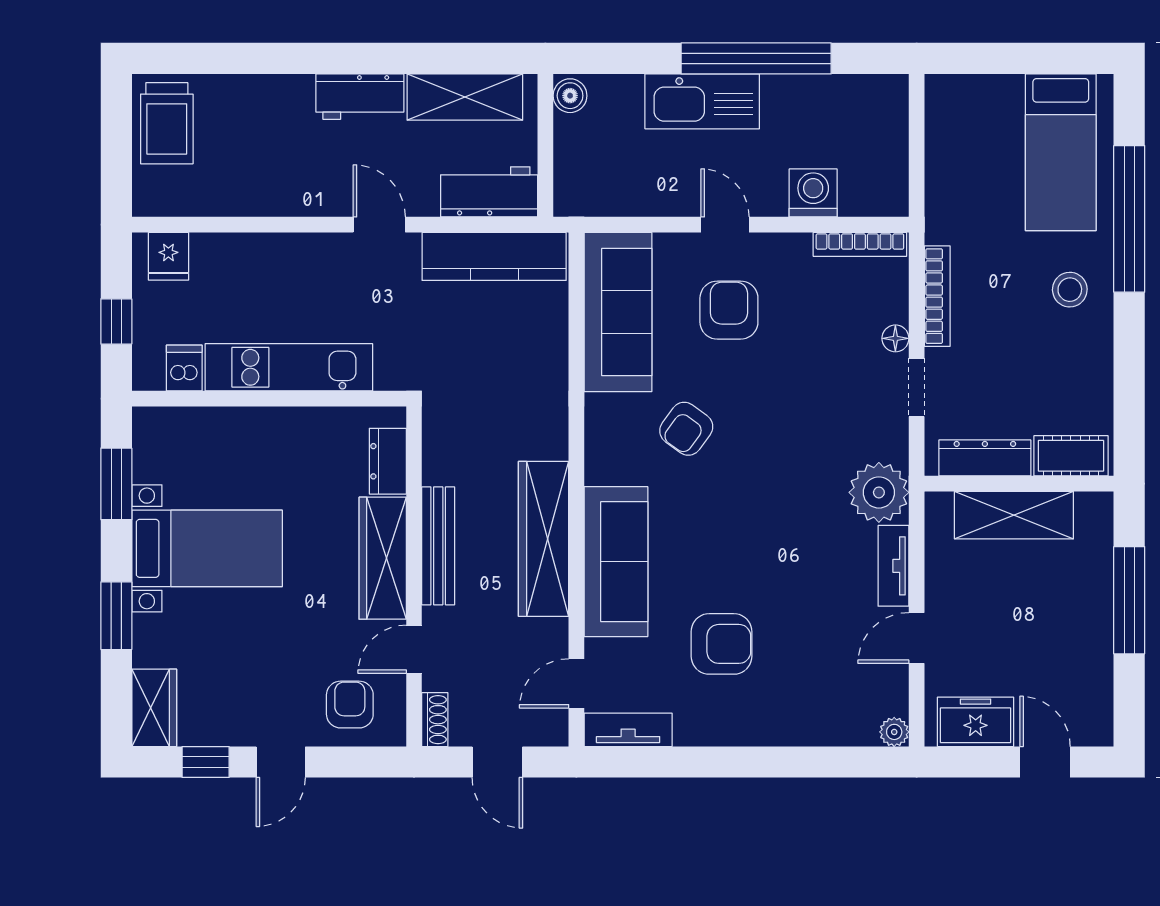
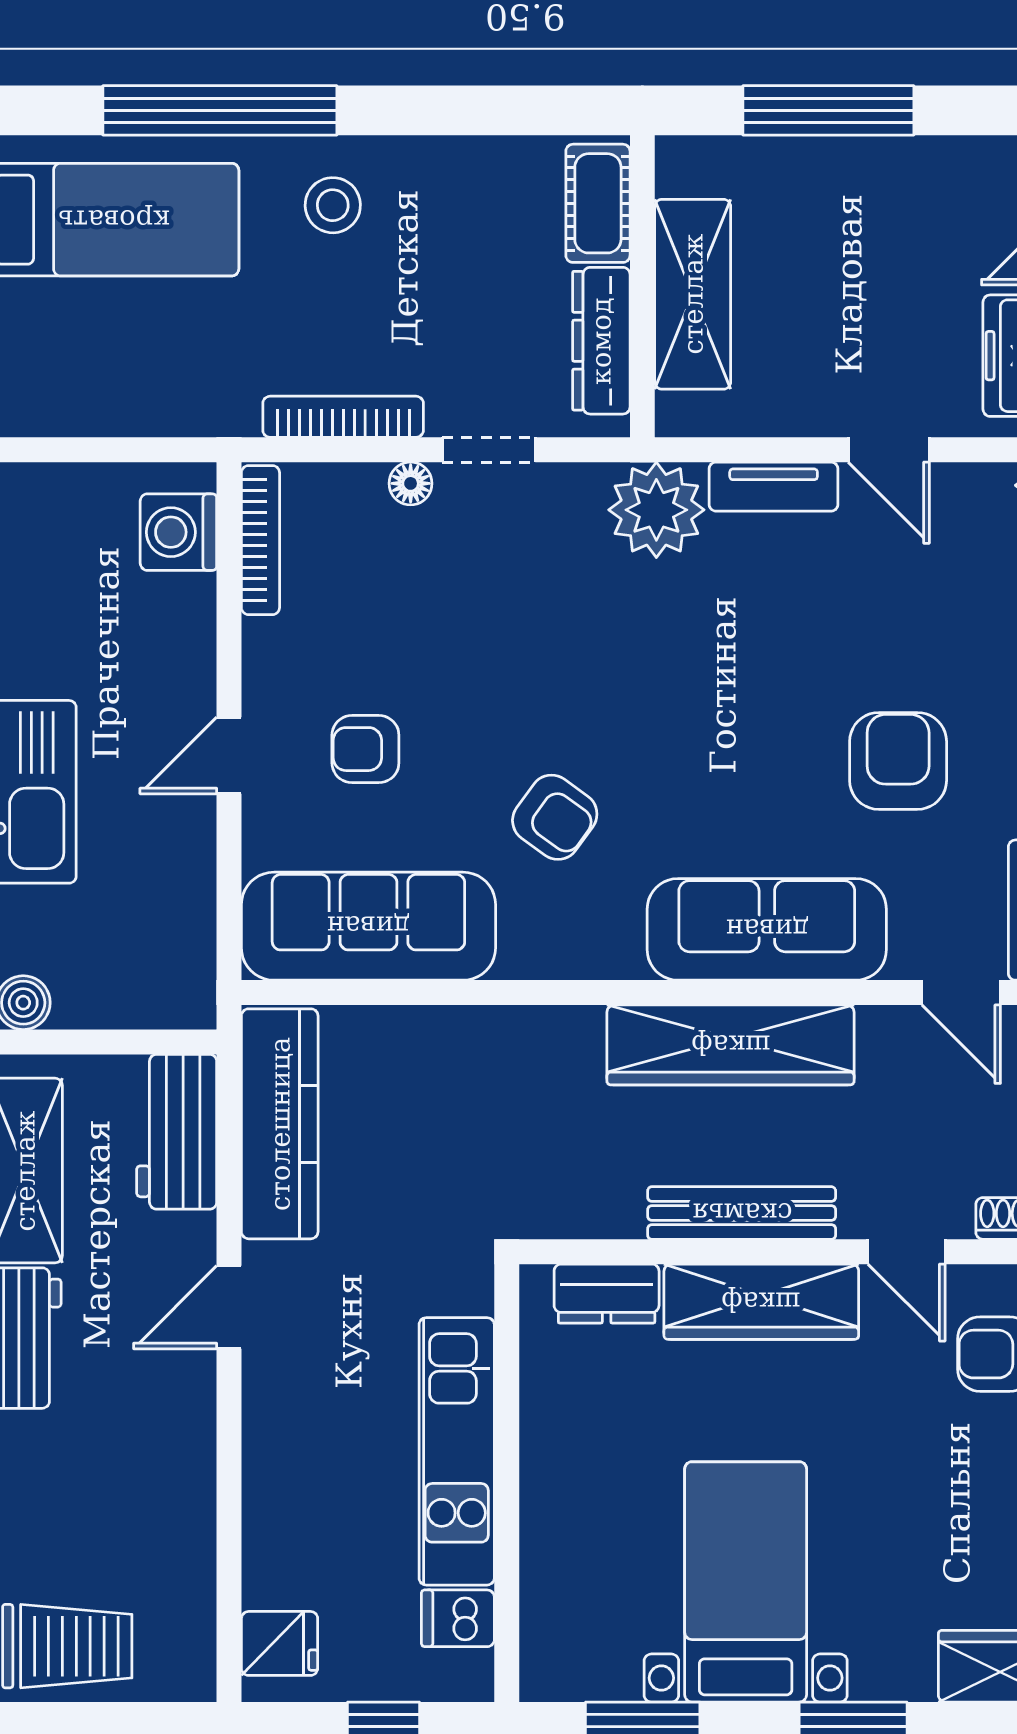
washing machine: (813, 193) -> (178, 532), moved
armchair: (729, 310) -> (365, 749), width x0.72, depth x0.72

